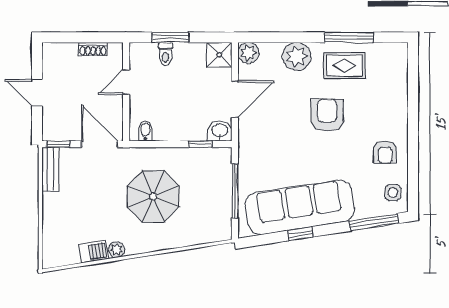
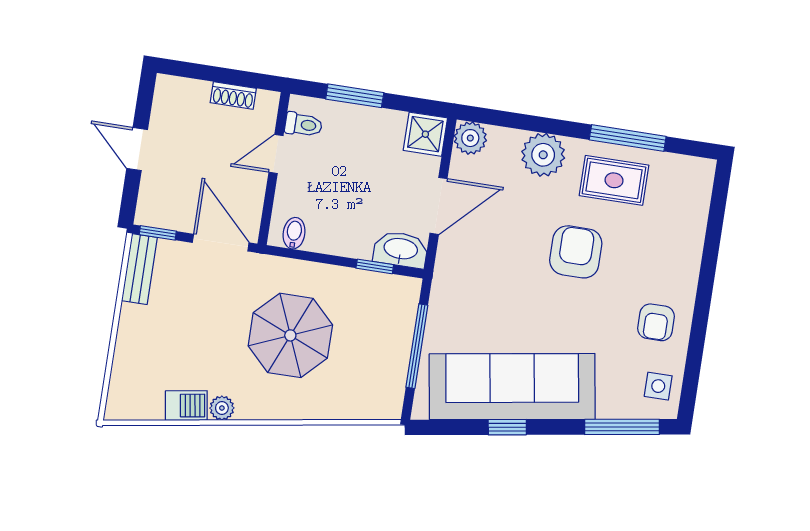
toilet: (165, 54) -> (303, 125), moved, turned -90
washbasin: (220, 131) -> (401, 250), width x1.38

